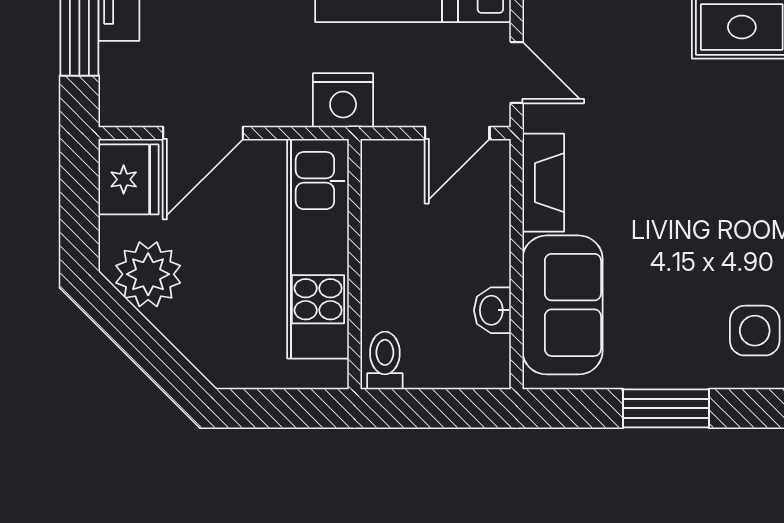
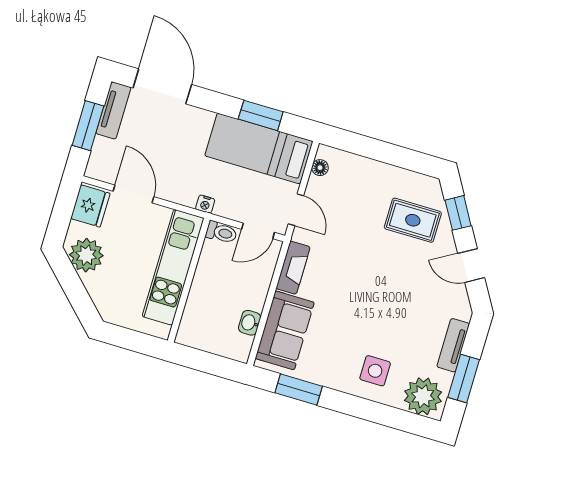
nightstand: (343, 100) -> (205, 204), width x0.53, depth x0.56
door: (203, 133) -> (134, 194), swing flipped
toilet: (385, 360) -> (221, 232), moved, turned 90
window: (666, 408) -> (299, 390), moved

